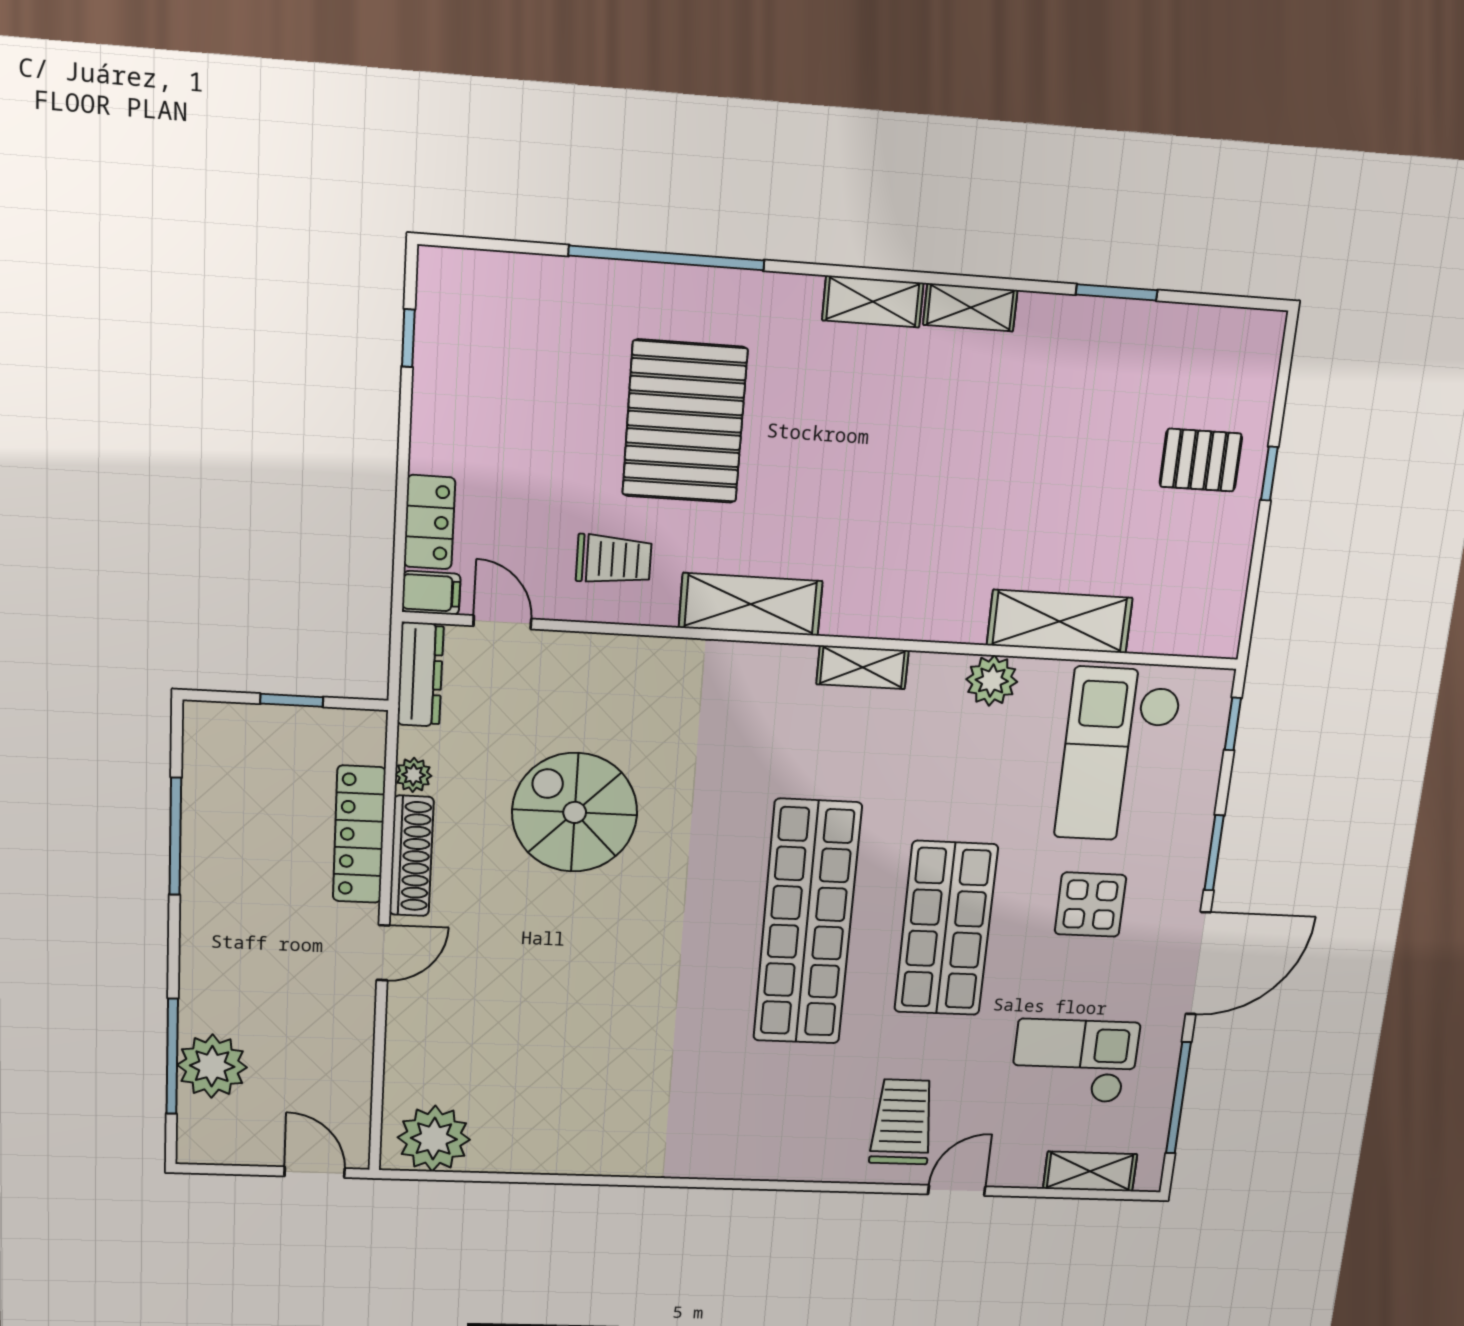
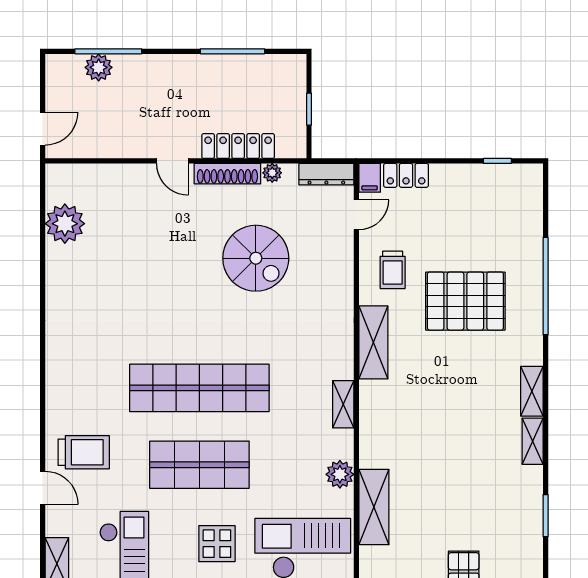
spiral stairs: (575, 812) -> (256, 258), turned 90
plant: (212, 1066) -> (99, 67), width x0.73, depth x0.73
plant: (434, 1139) -> (65, 224), moved

